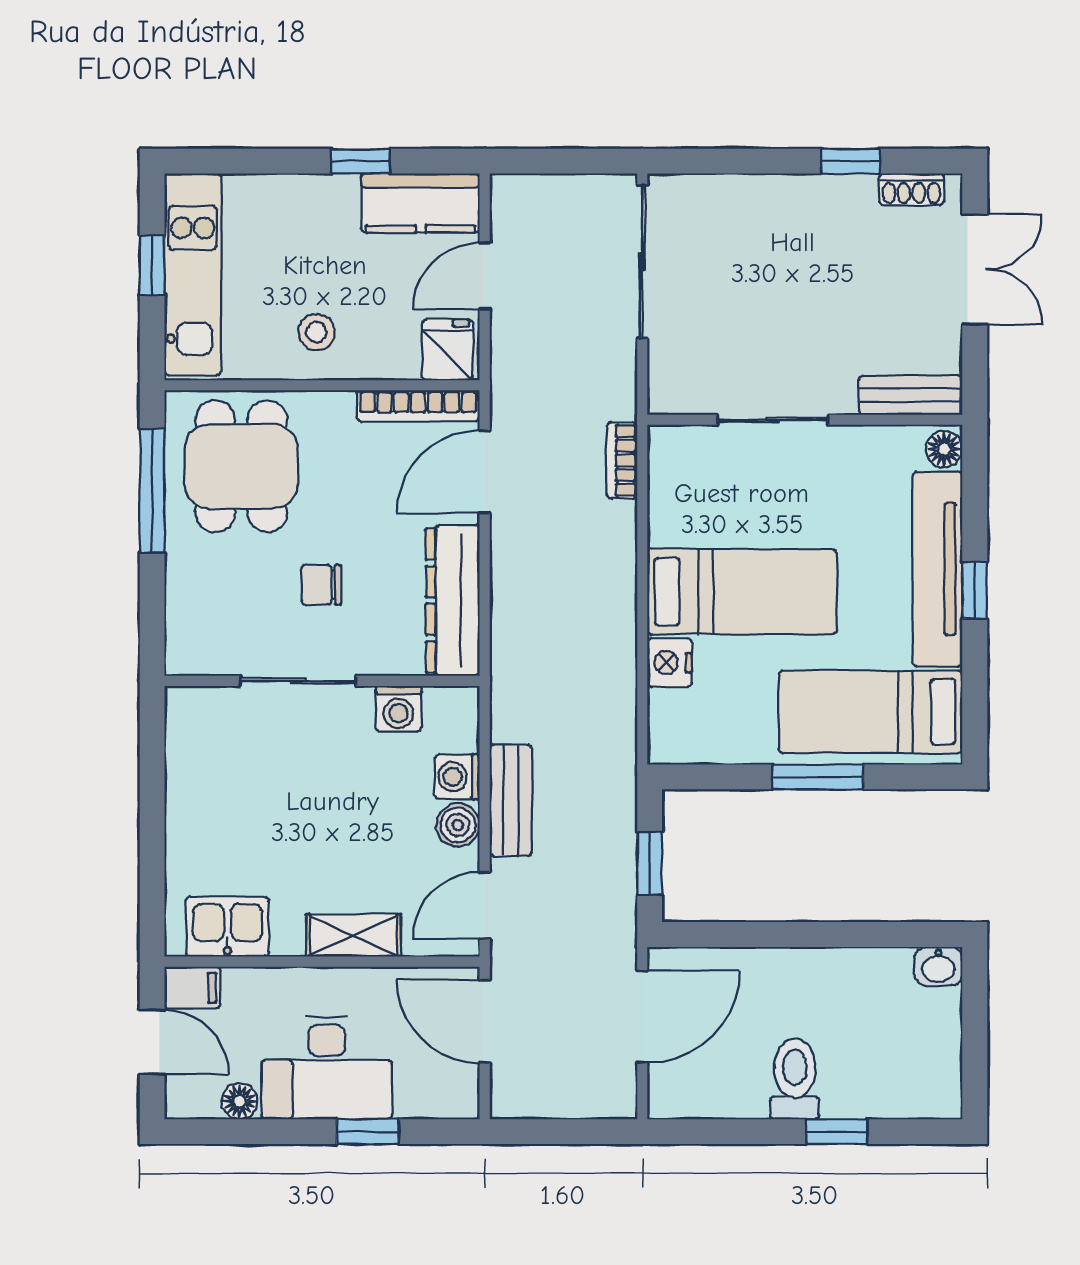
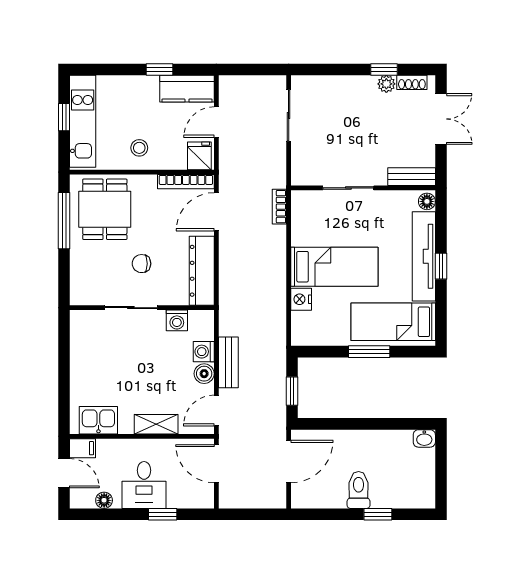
plant: (856, 193) -> (386, 84), added
sliding door: (642, 262) -> (289, 115), width x0.73
desk: (327, 1068) -> (144, 485), width x0.73

